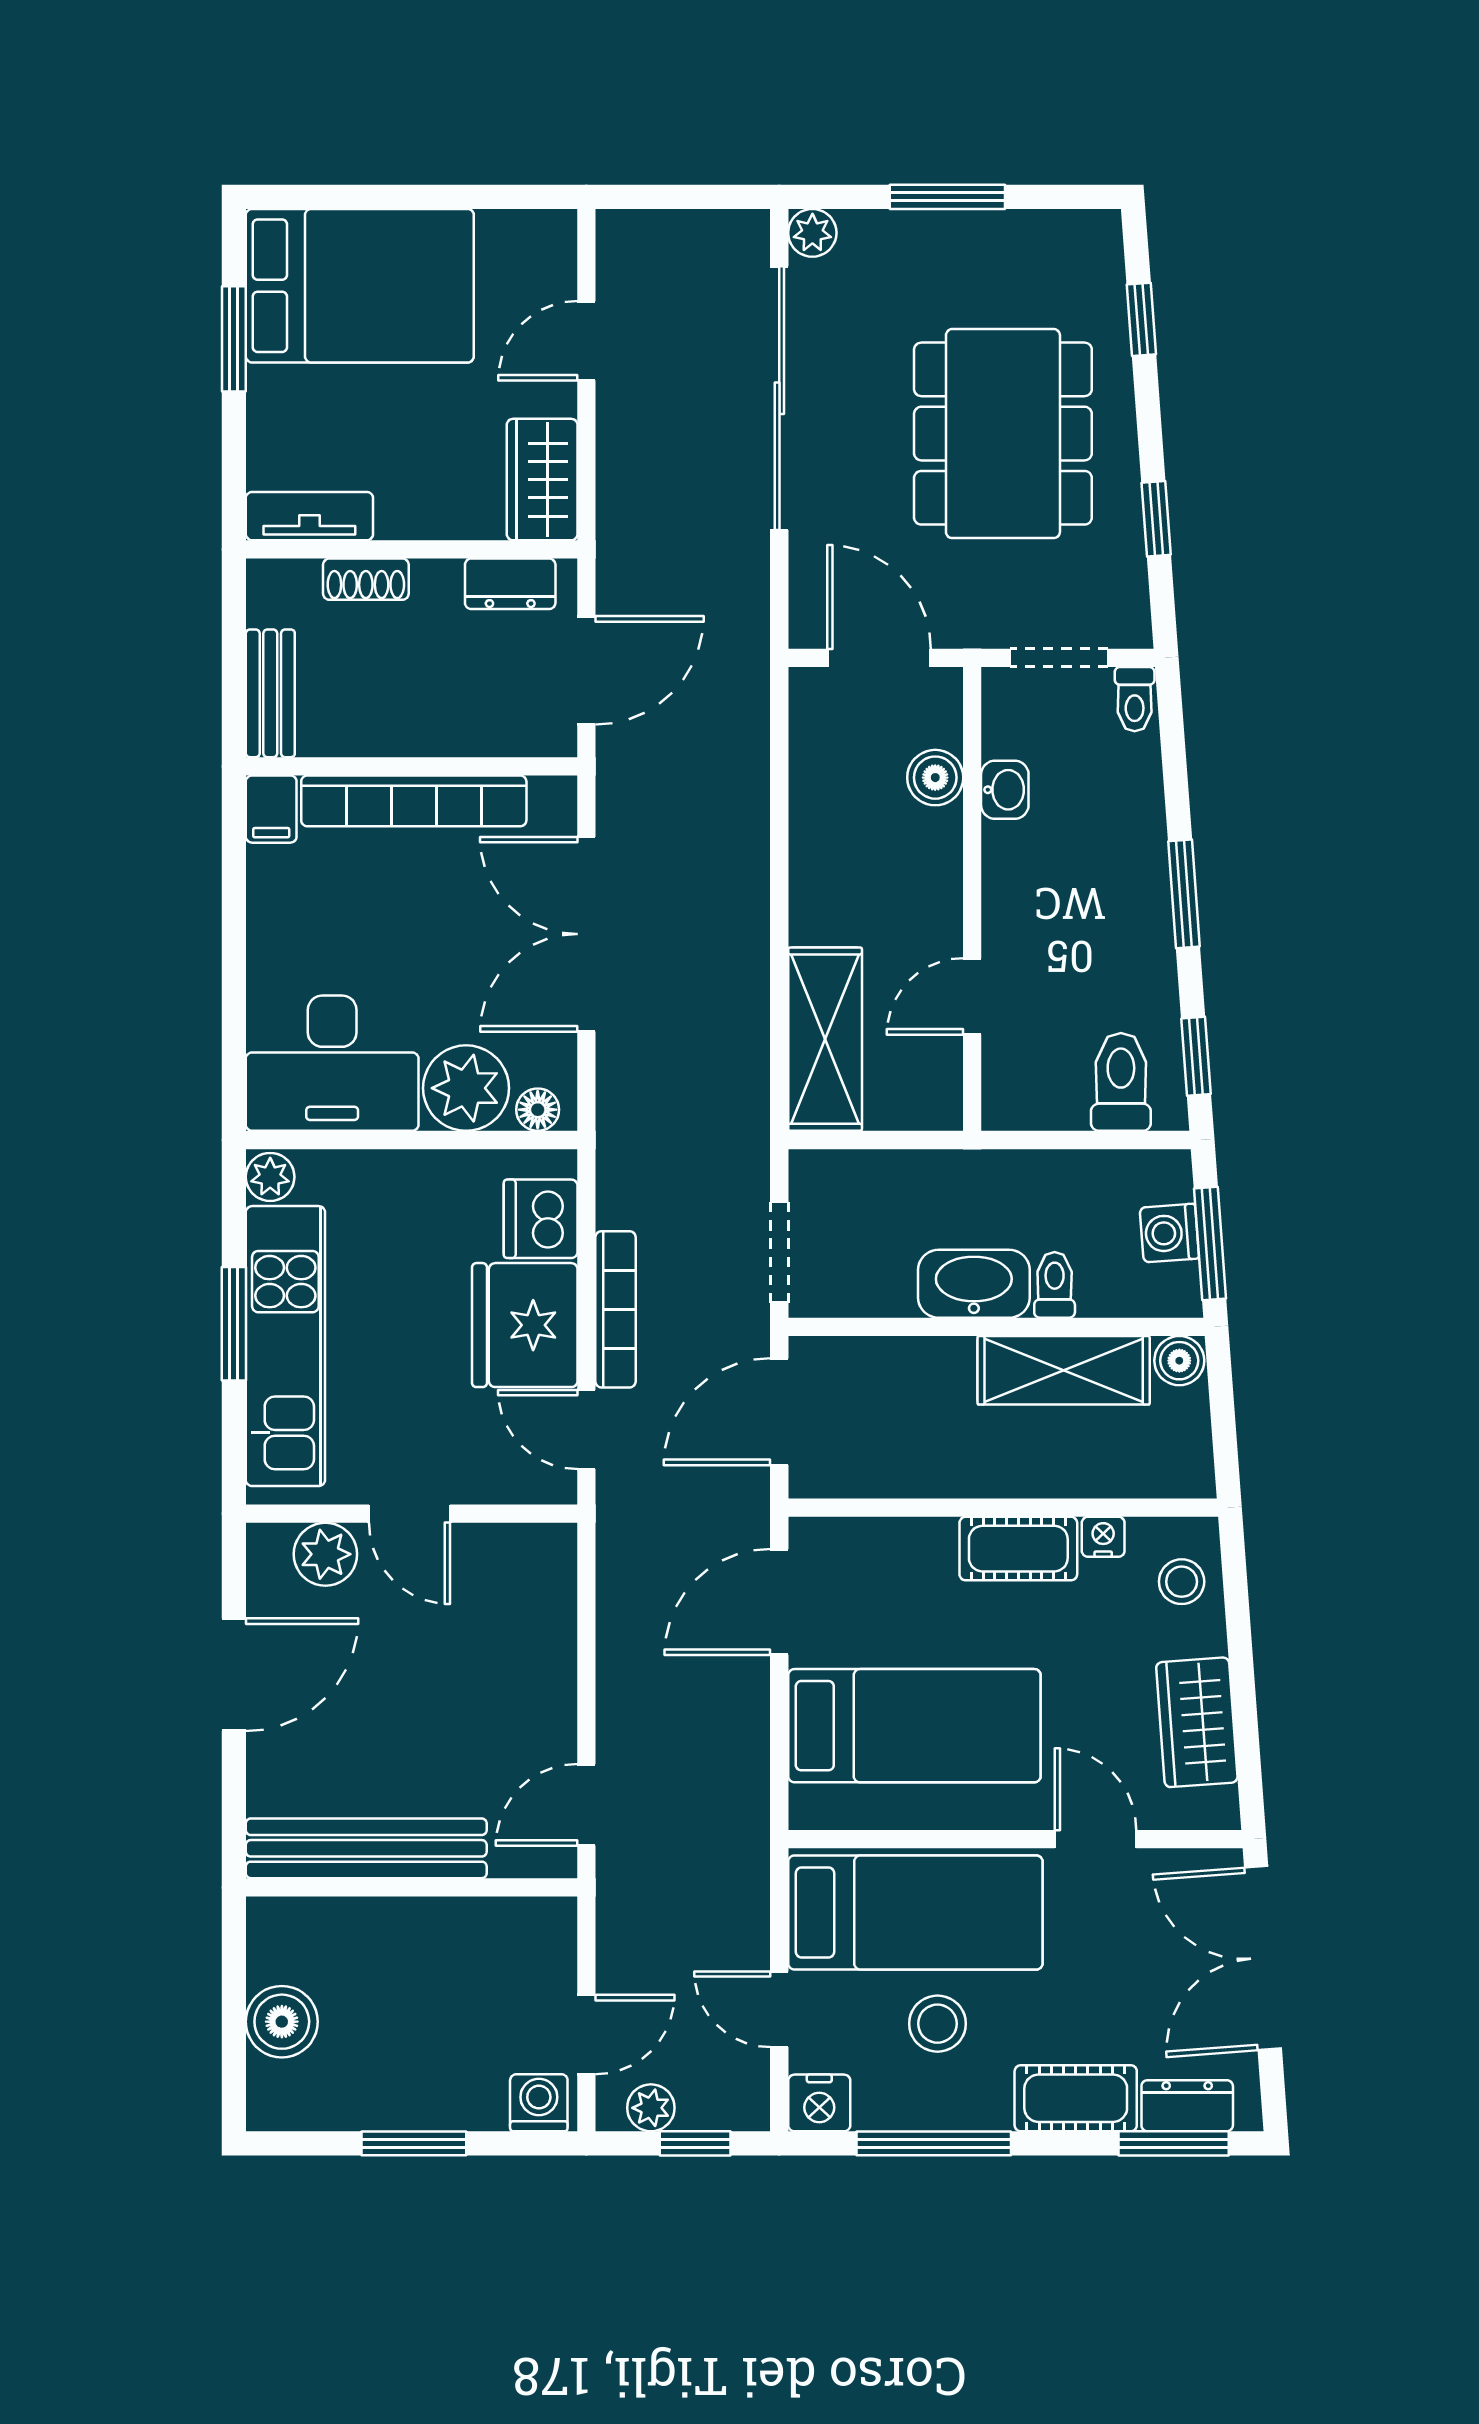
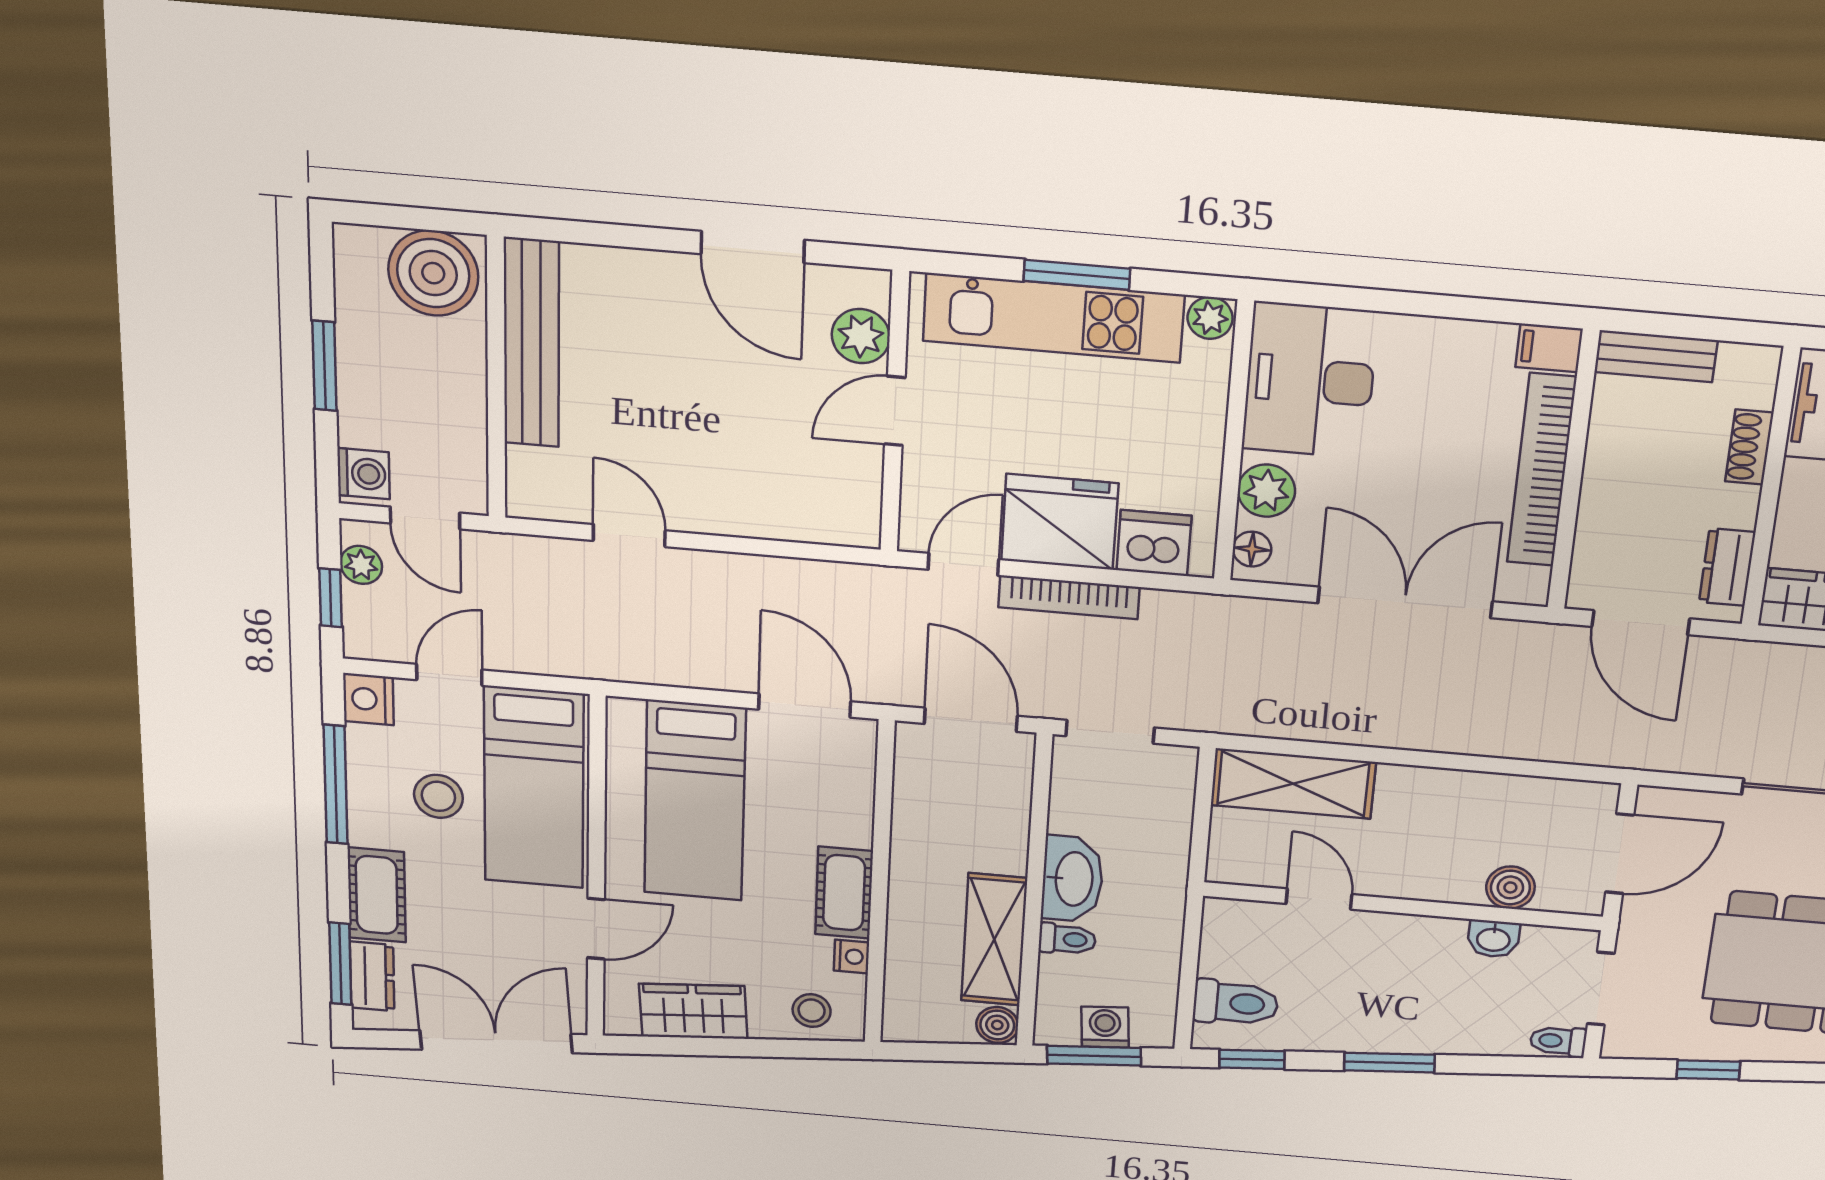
plant: (466, 1088) -> (1266, 491), width x0.73, depth x0.73
bench: (366, 1848) -> (531, 343), moved
wall: (412, 1887) -> (496, 379), moved
boiler: (282, 2022) -> (433, 273), width x1.37, depth x1.37

